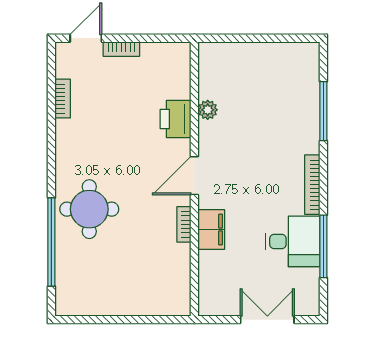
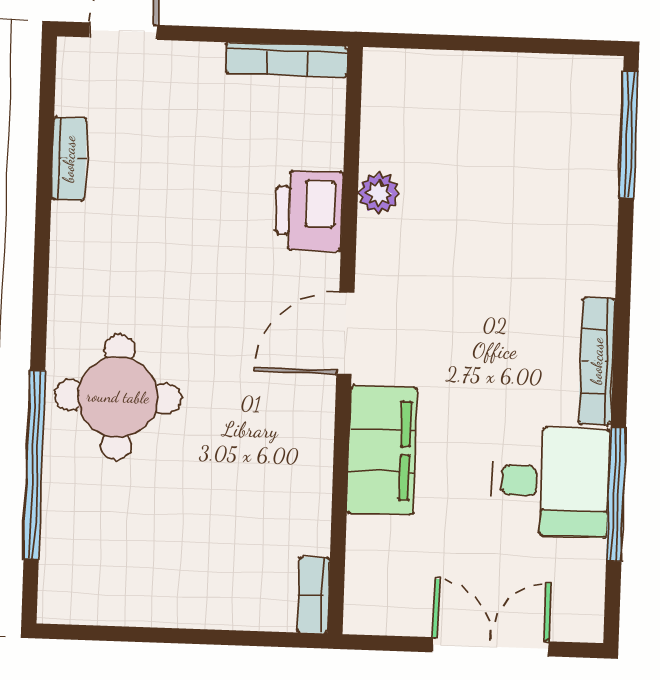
bookcase: (121, 49) -> (287, 60), moved, width x1.56
window: (323, 111) -> (629, 134), moved
bookcase: (184, 224) -> (314, 595), moved
filing cabinet: (211, 230) -> (382, 450), width x1.50, depth x1.17

